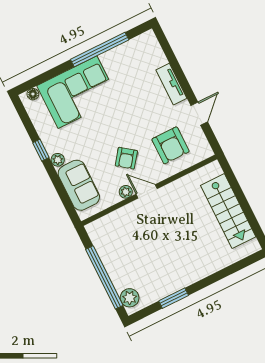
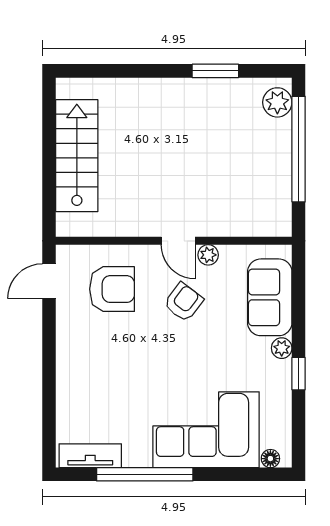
tv unit: (171, 84) -> (90, 456), moved, turned -90
door: (199, 114) -> (49, 281), moved
armchair: (170, 145) -> (112, 289), turned 90

